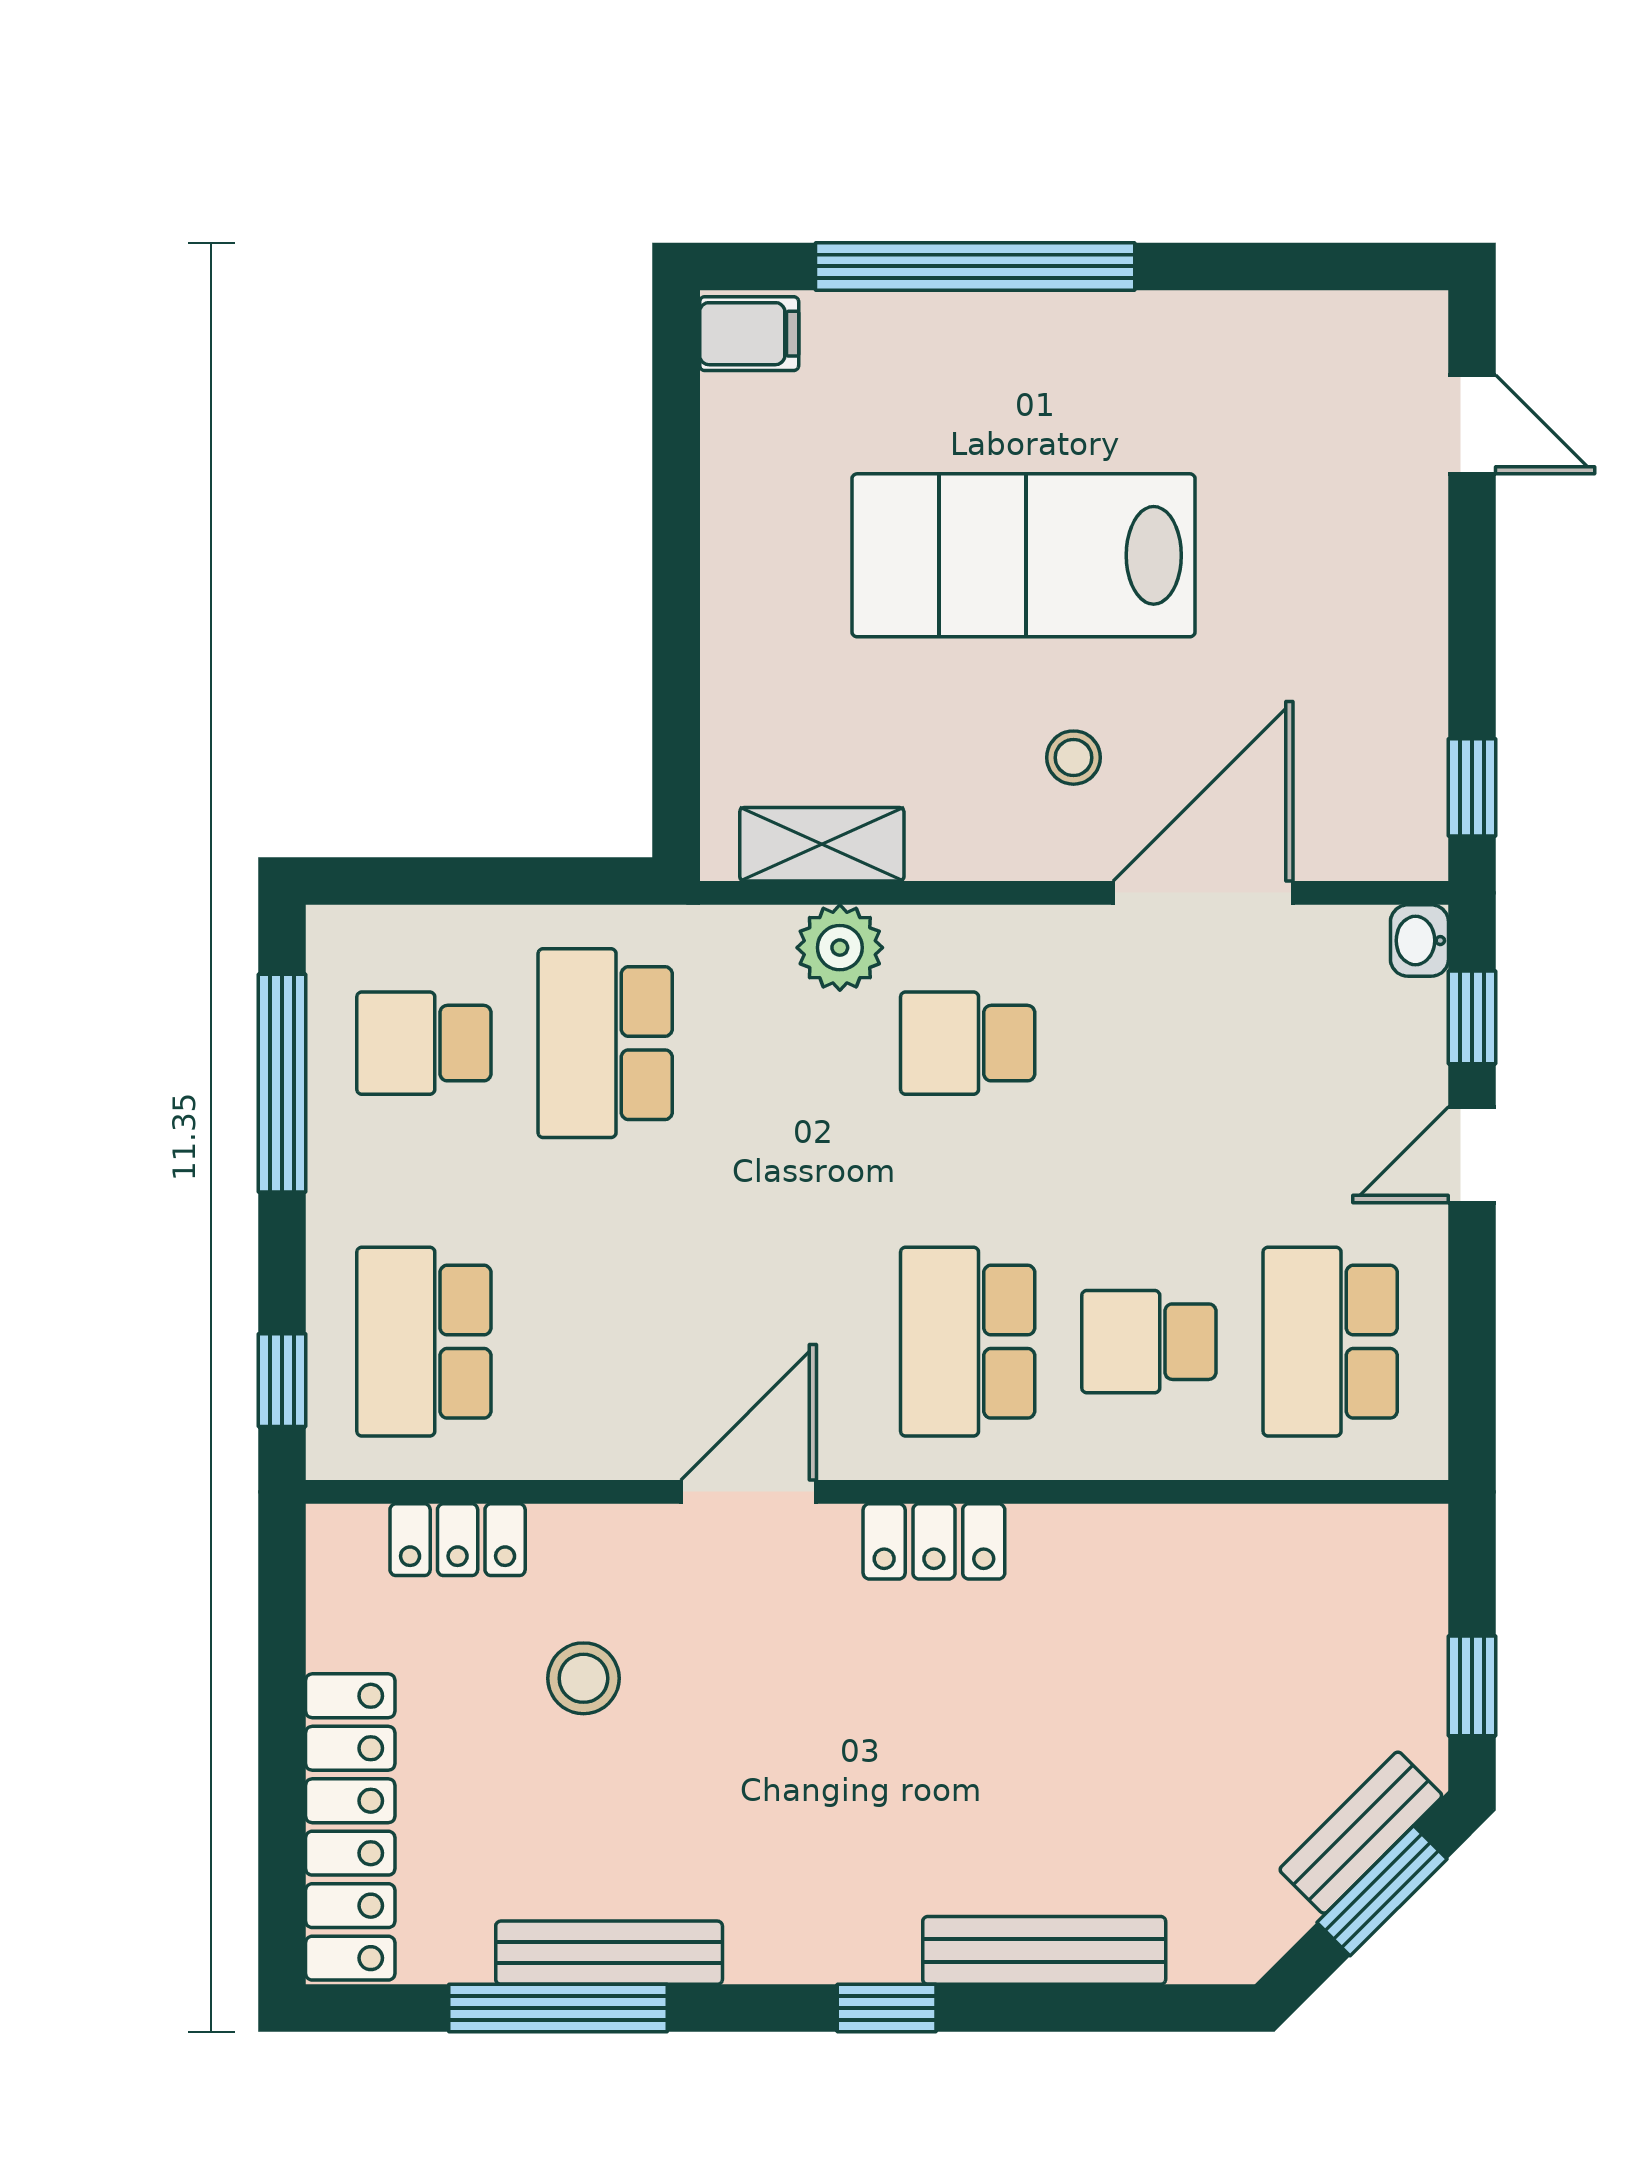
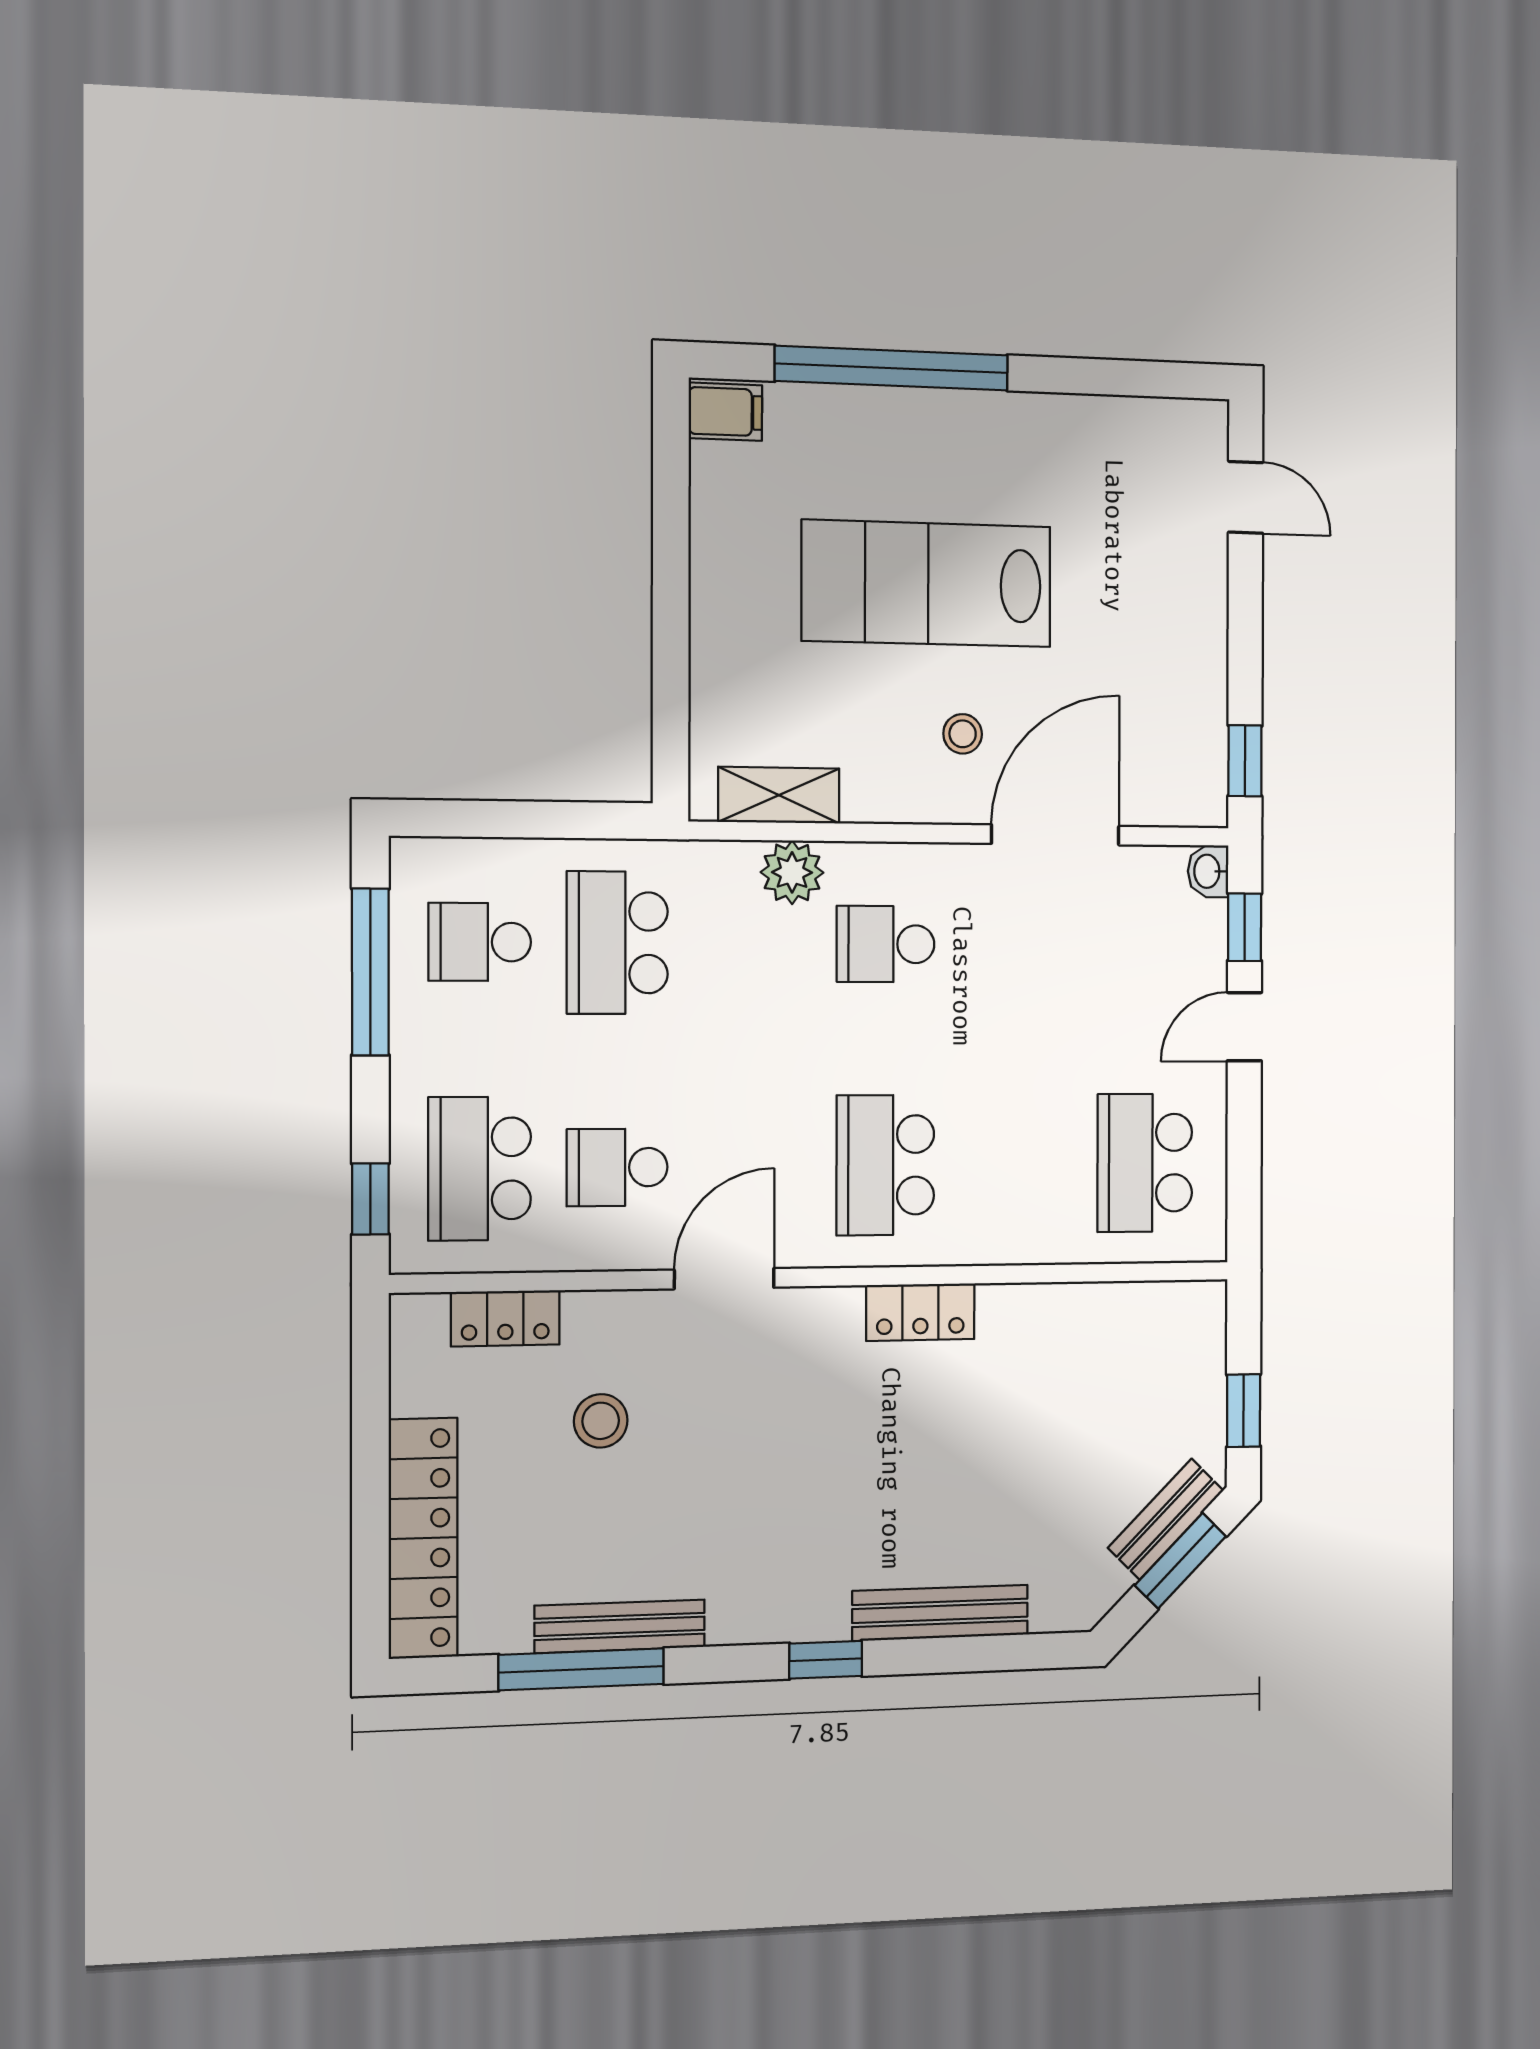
school desk: (1149, 1342) -> (617, 1167), moved
locker: (934, 1541) -> (920, 1312), moved

